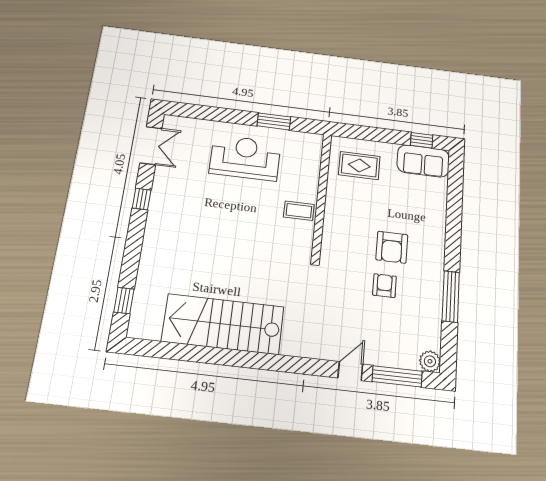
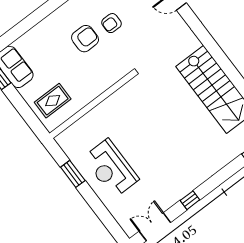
rug: (359, 165) -> (53, 101), turned 90
coffee table: (299, 211) -> (113, 109), removed

